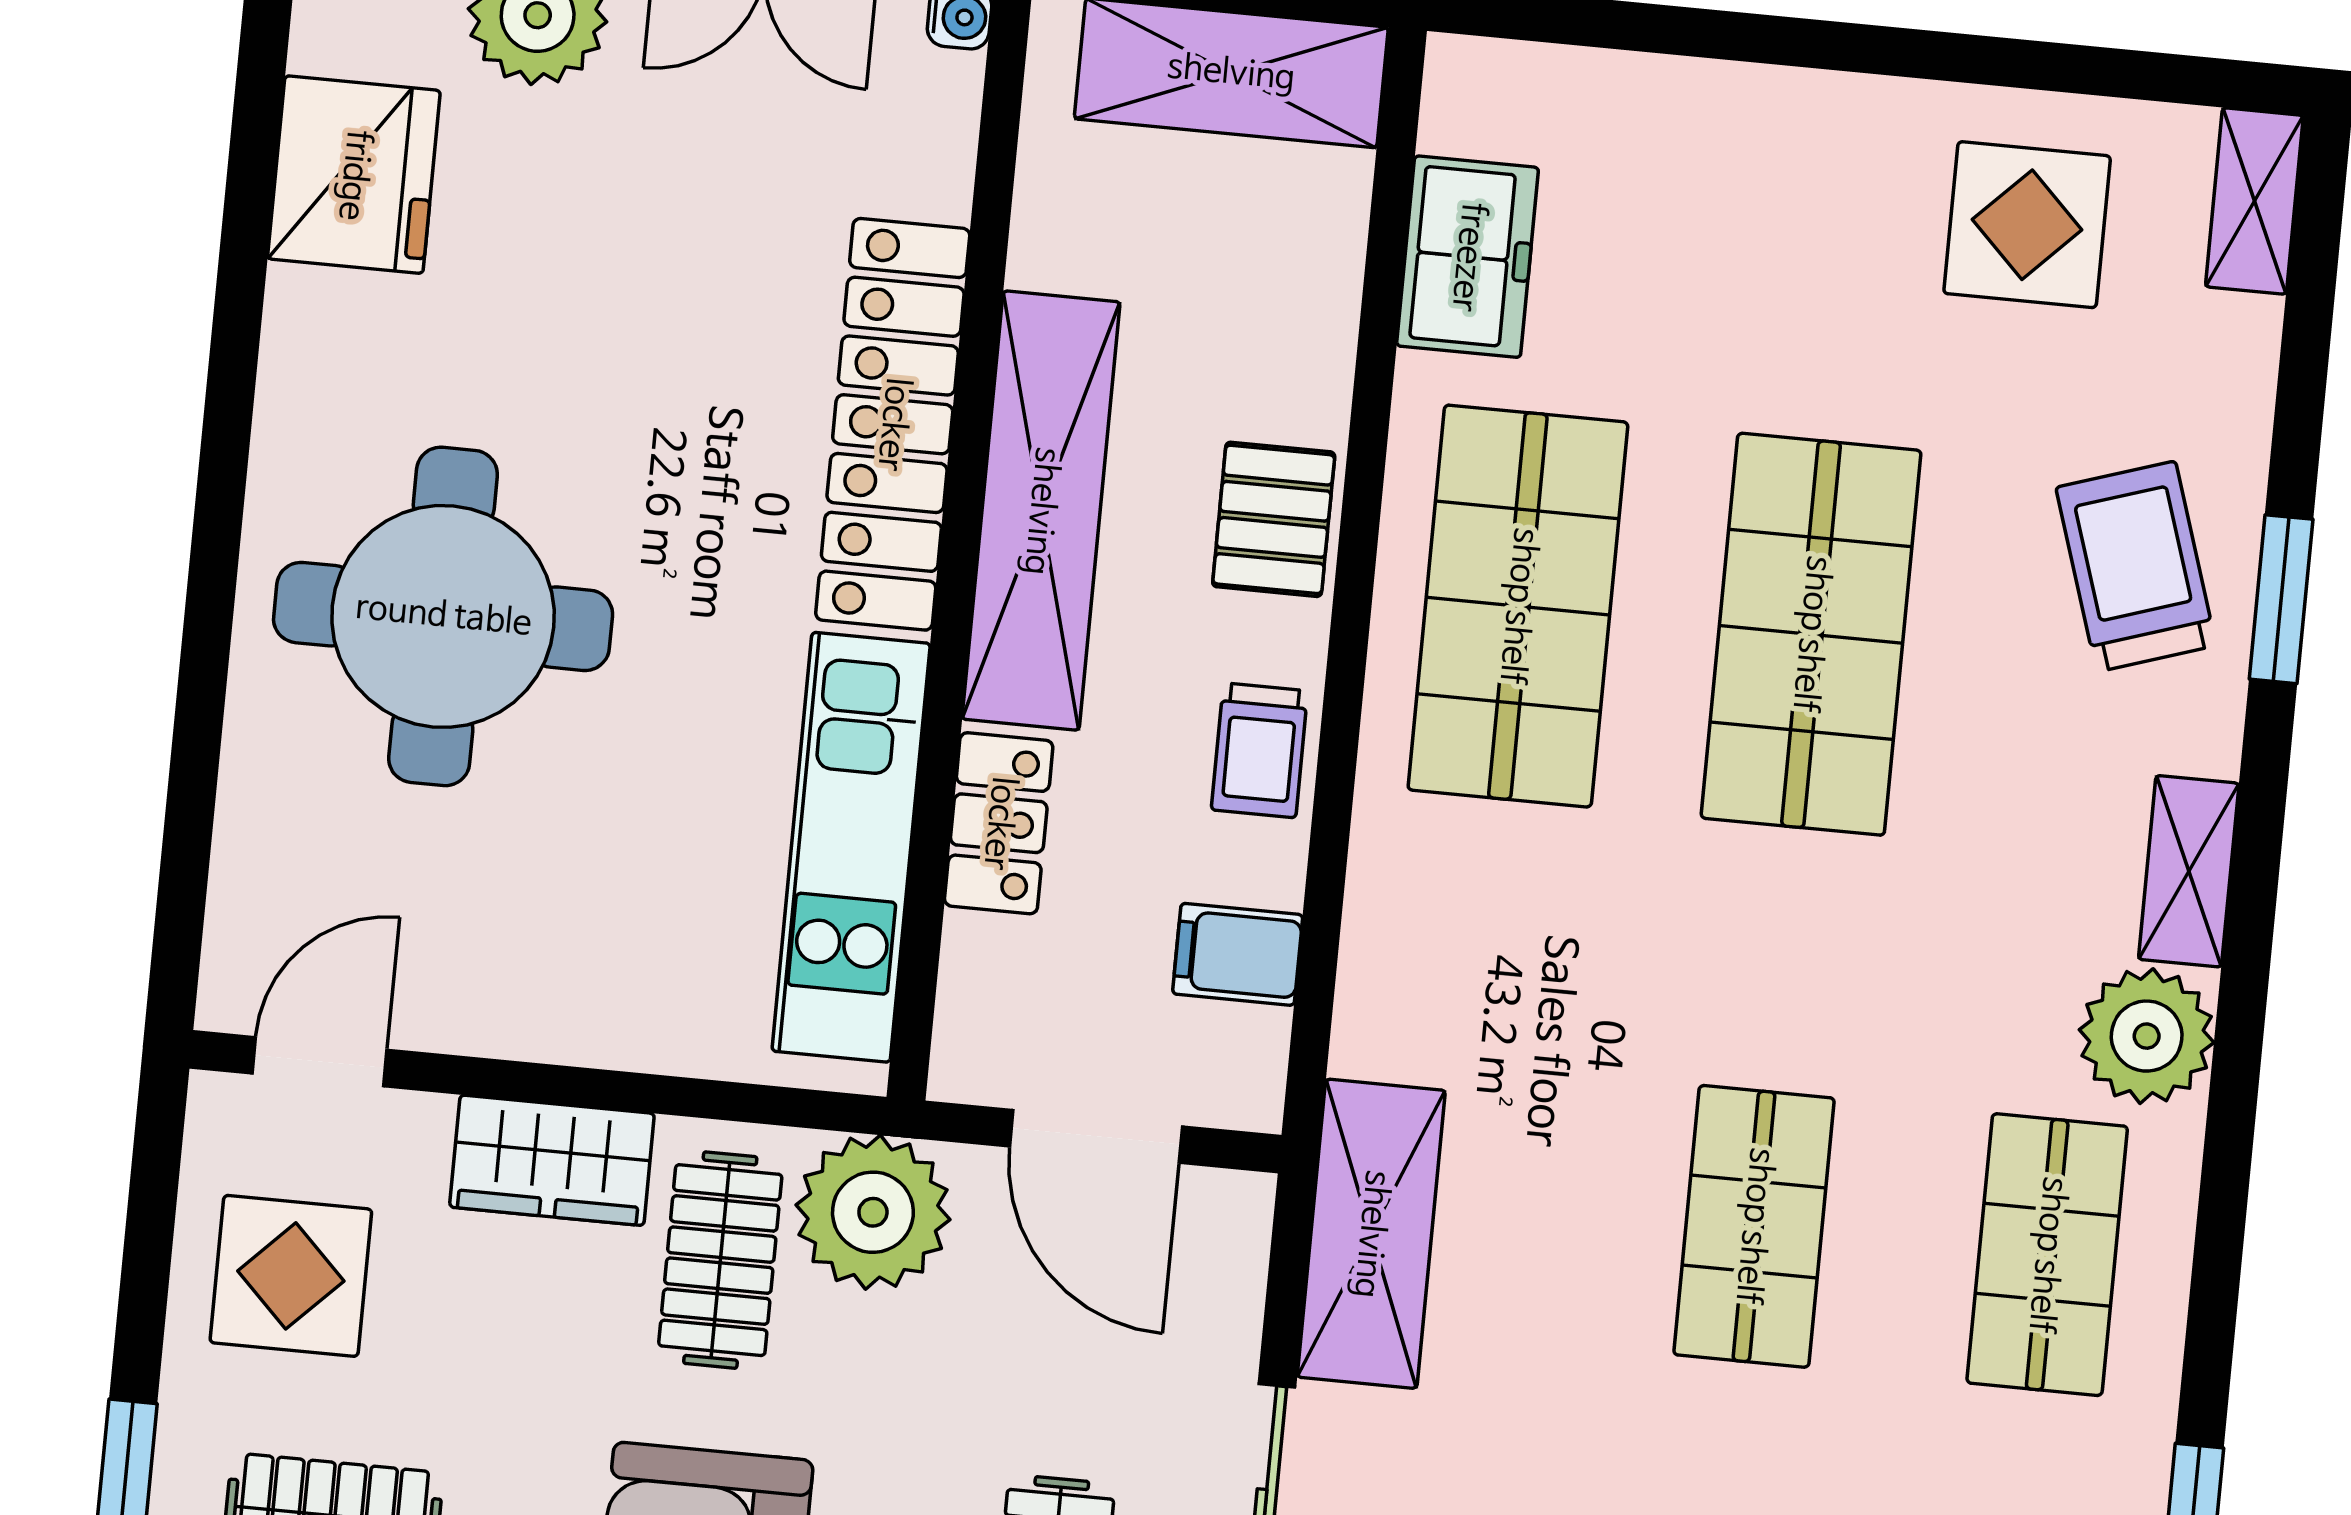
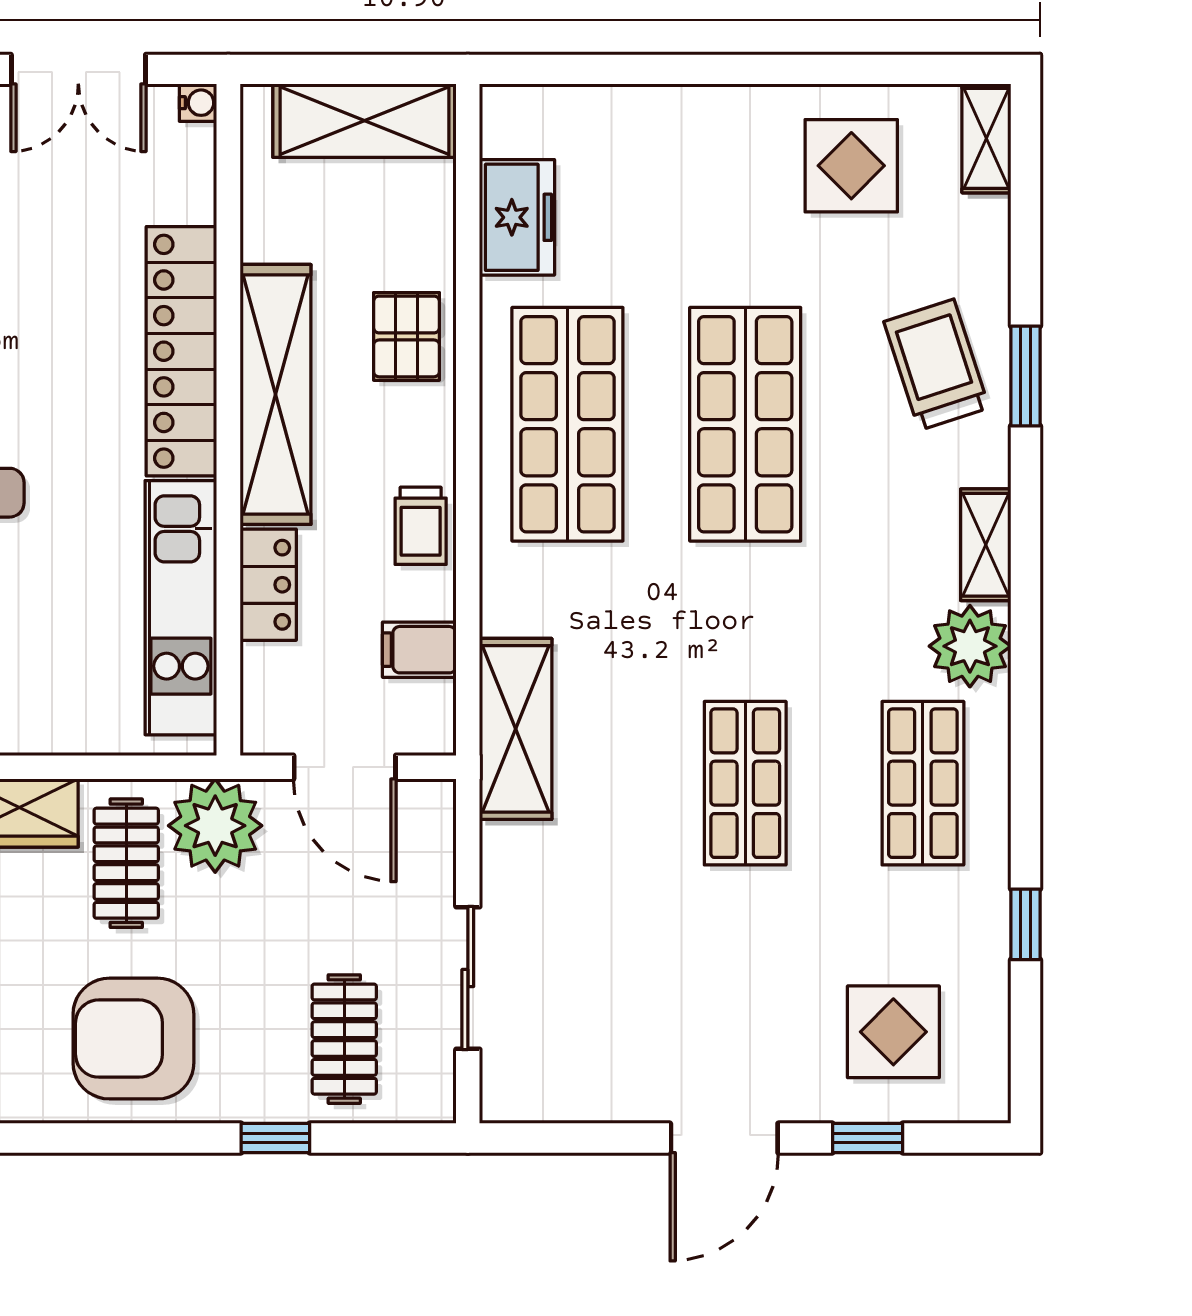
pallet: (1274, 519) -> (406, 336), moved
shelving: (1371, 1234) -> (516, 729), moved

